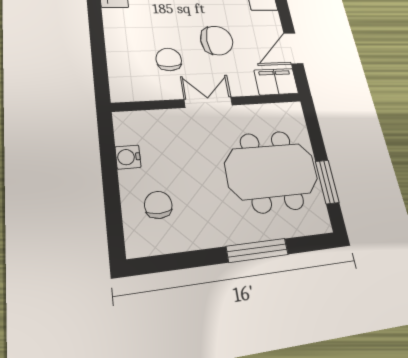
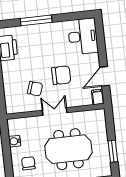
chair: (169, 59) -> (35, 89), turned 108
filing cabinet: (276, 82) -> (98, 97), width x0.50
meeting table: (271, 171) -> (68, 149), moved

